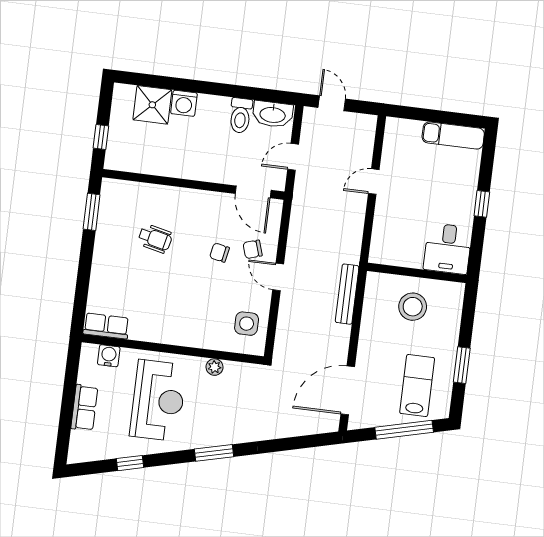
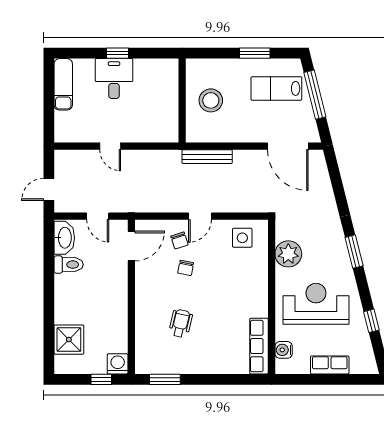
washing machine: (184, 103) -> (118, 364), moved, turned -90
desk: (448, 249) -> (114, 79), moved, turned -90
row of seats: (106, 326) -> (259, 346), width x1.48
plant: (215, 367) -> (288, 254), width x1.88, depth x1.88

